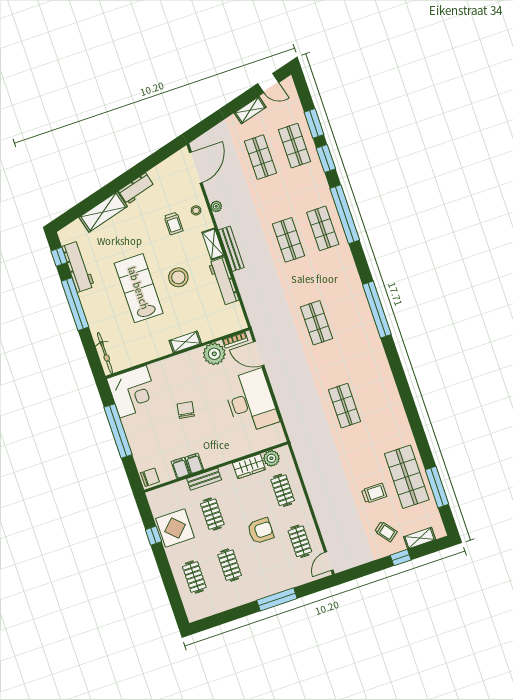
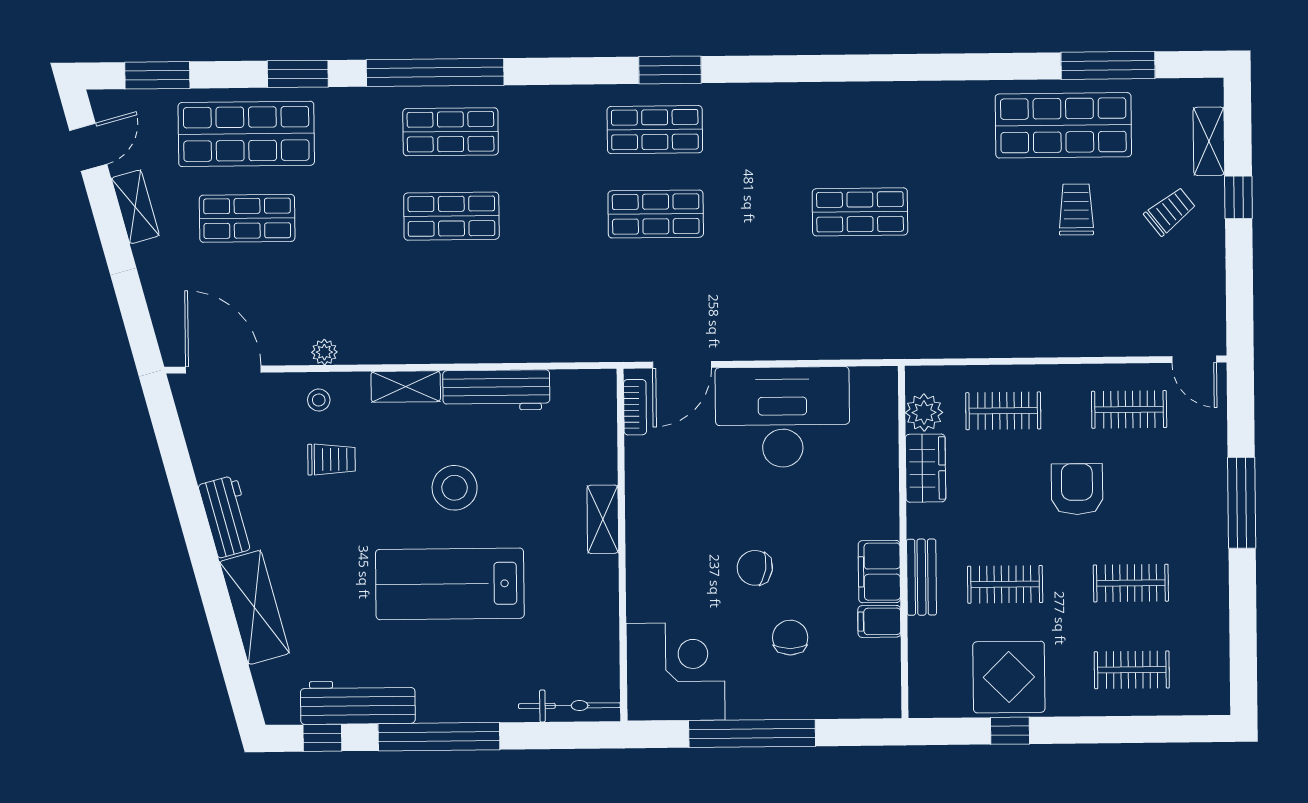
window: (314, 123) -> (157, 75), moved
shop shelf: (295, 146) -> (246, 134), width x1.43, depth x1.36
bench: (231, 249) -> (429, 350), removed
window: (377, 309) -> (670, 70), width x0.47
shop shelf: (351, 311) -> (655, 130), added
plant: (214, 354) -> (650, 464), removed
filing cabinet: (194, 463) -> (879, 572), width x2.00
chair: (150, 477) -> (790, 638), moved

